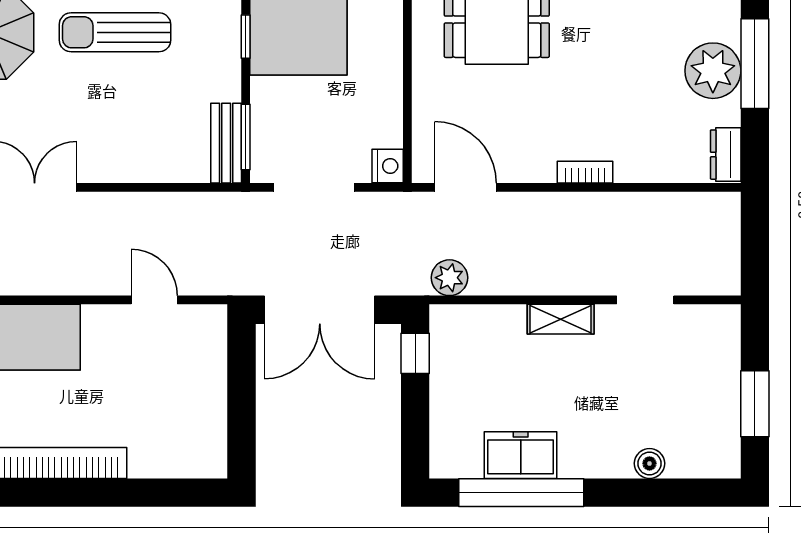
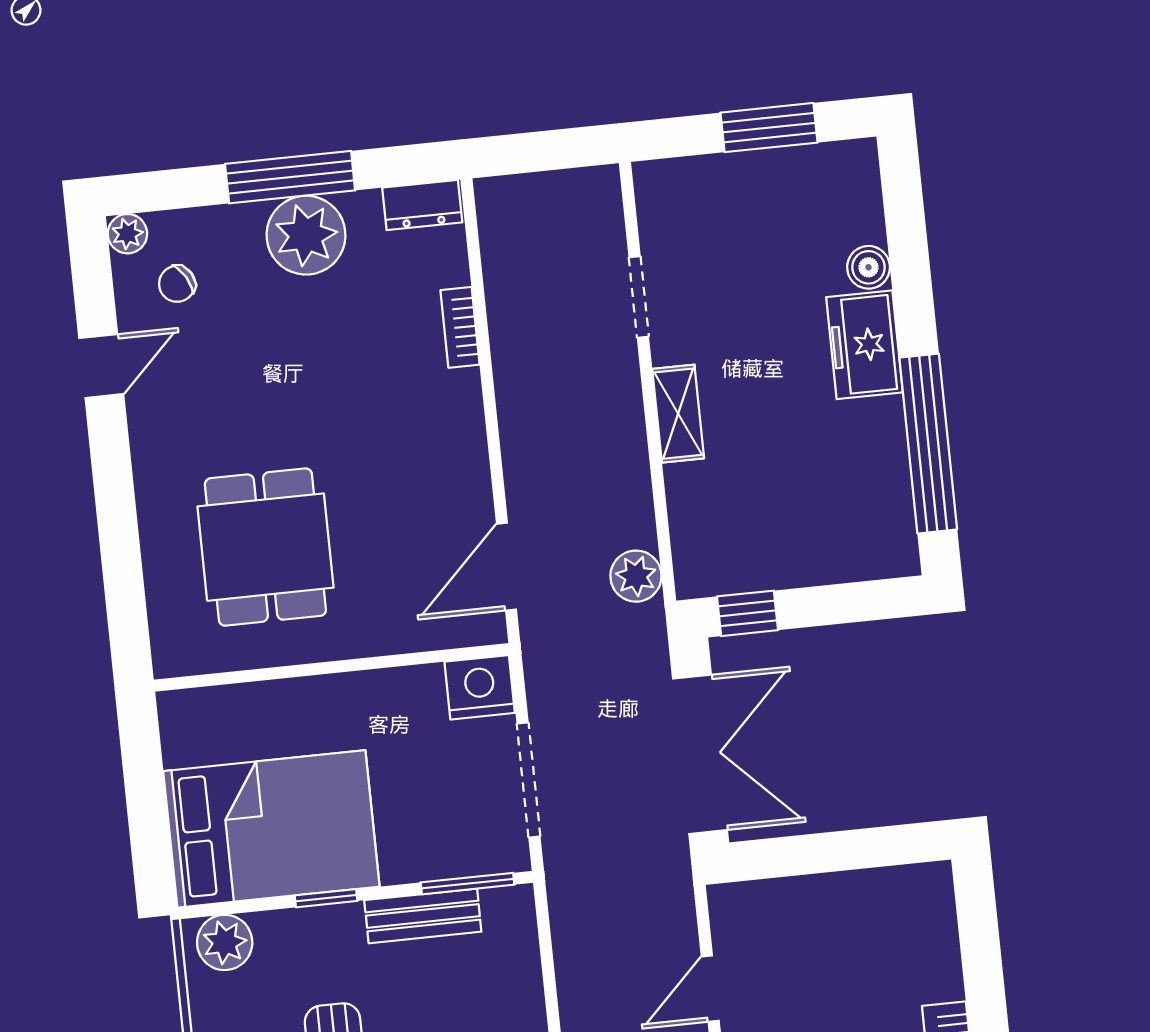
bench: (226, 143) -> (423, 916), moved
nightstand: (388, 166) -> (480, 687), width x1.36, depth x1.33
bookcase: (585, 172) -> (460, 327), moved
freezer: (521, 455) -> (864, 345), moved

